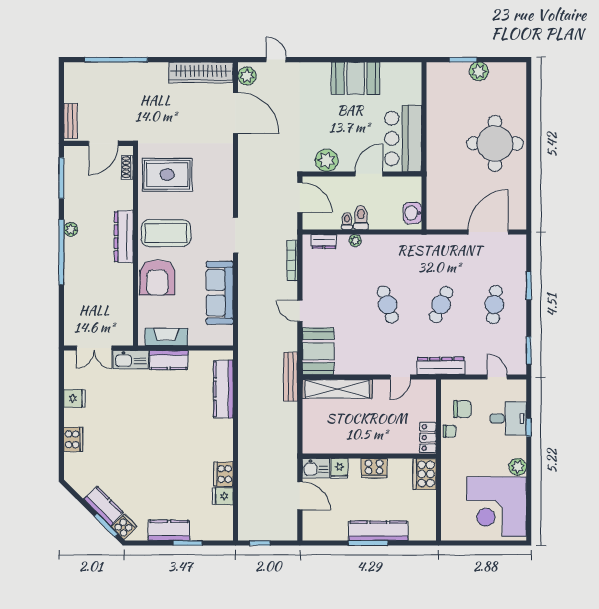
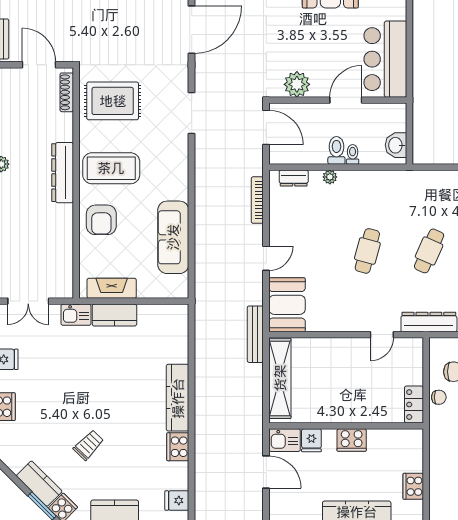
door: (235, 113) -> (192, 30), hinge flipped
door: (103, 143) -> (39, 65), swing flipped
shoe rack: (127, 167) -> (67, 92), width x1.43
toilet: (347, 221) -> (353, 154), moved
doorway: (235, 235) -> (192, 113), moved
armchair: (157, 278) -> (101, 220), width x0.73, depth x0.73
cafe table: (388, 305) -> (367, 251), turned 33
door: (300, 311) -> (266, 258), swing flipped
kitchen sink: (131, 360) -> (76, 315), width x0.73
kitchen counter: (223, 389) -> (178, 398), moved
shelving: (337, 389) -> (280, 378), moved, turned 90
trolley: (146, 473) -> (89, 445), added
cooker: (425, 474) -> (413, 486), moved, width x0.73, depth x0.76
fridge: (223, 496) -> (177, 500), moved

